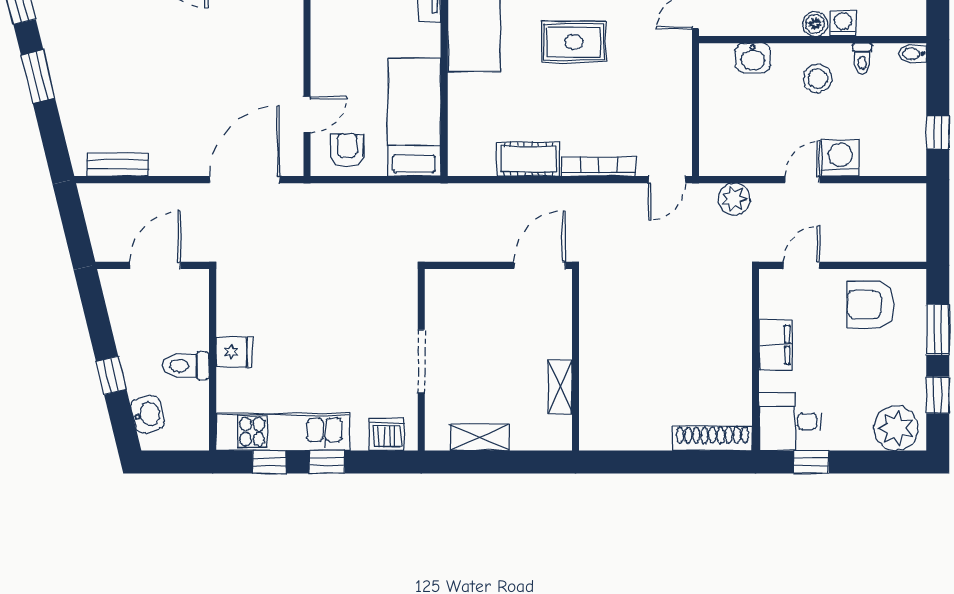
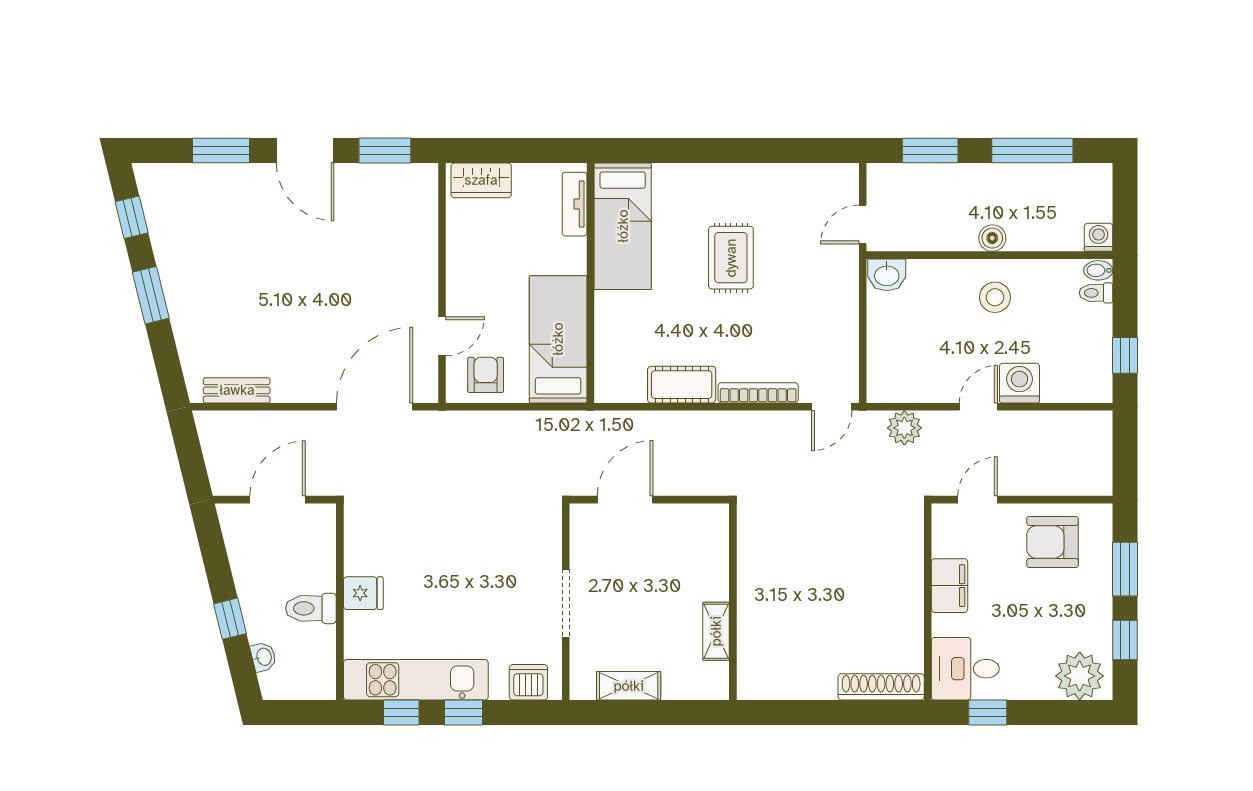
washing machine: (843, 23) -> (1099, 237), moved
rug: (574, 42) -> (731, 258), turned 90
washbasin: (753, 58) -> (887, 275), moved
toilet: (862, 59) -> (1096, 293), moved, turned 90
door: (540, 265) -> (625, 500), moved
washbasin: (148, 414) -> (263, 657), width x0.72, depth x0.69

